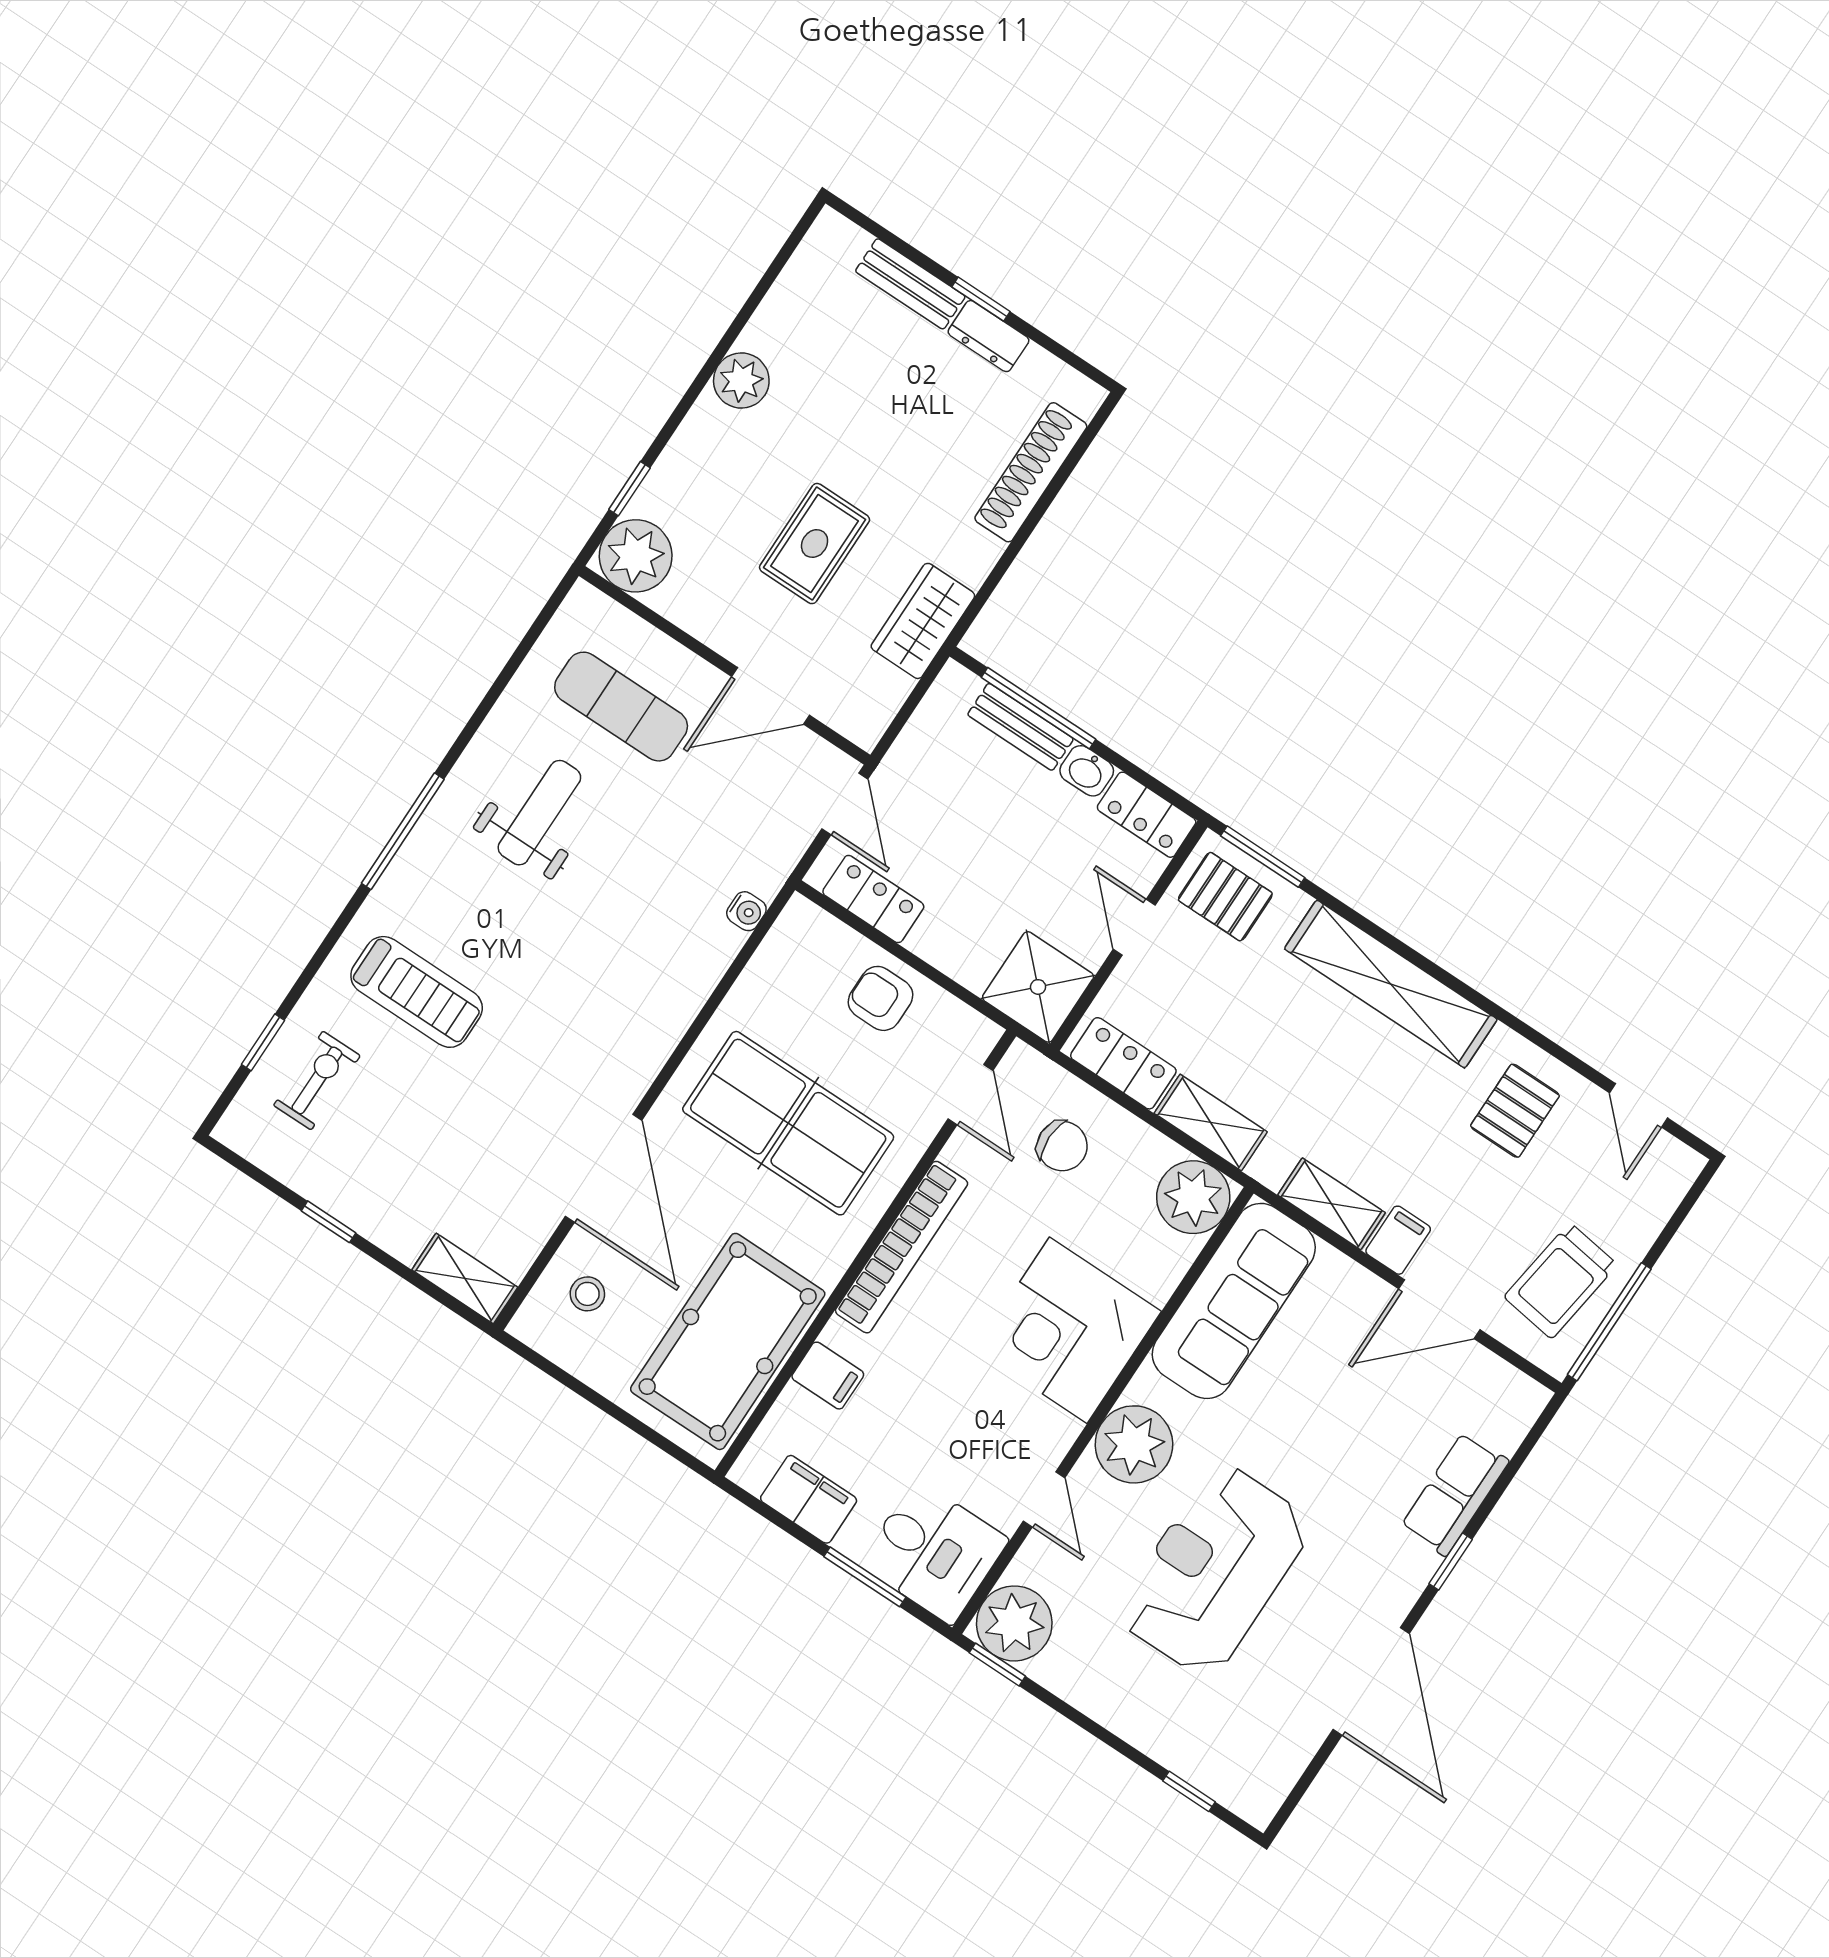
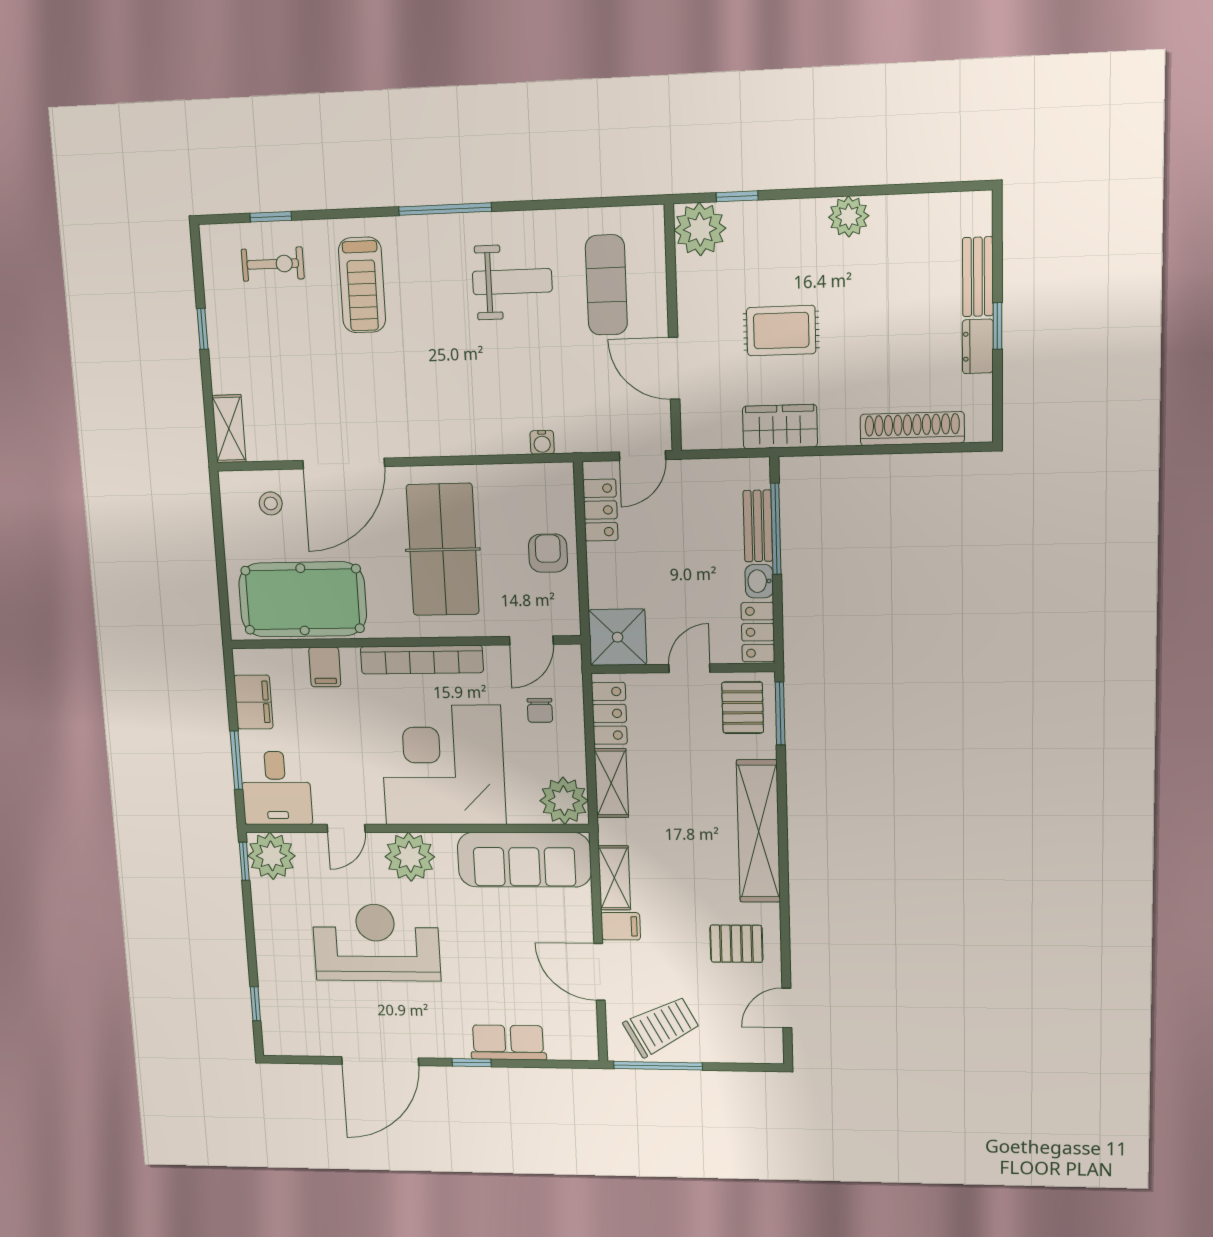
chair: (1062, 1146) -> (540, 710), width x0.73, depth x0.73
trolley: (1561, 1281) -> (661, 1026), turned 144
corner desk: (1068, 1330) -> (443, 765), width x1.36, depth x1.36

